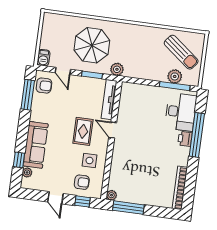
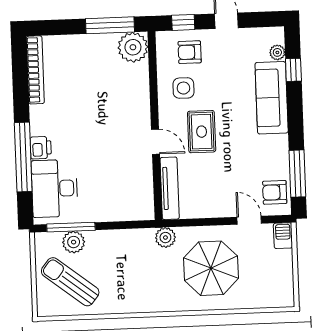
window: (92, 75) -> (203, 222), removed
plant: (111, 195) -> (133, 47), width x1.88, depth x1.88

